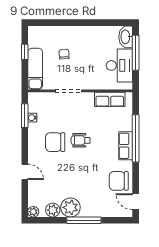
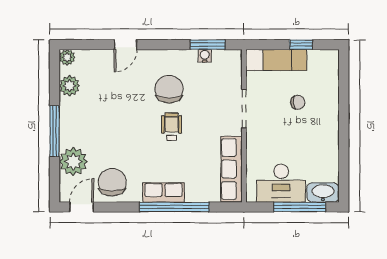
row of seats: (110, 99) -> (231, 169), width x1.48
plant: (70, 207) -> (73, 162), moved

